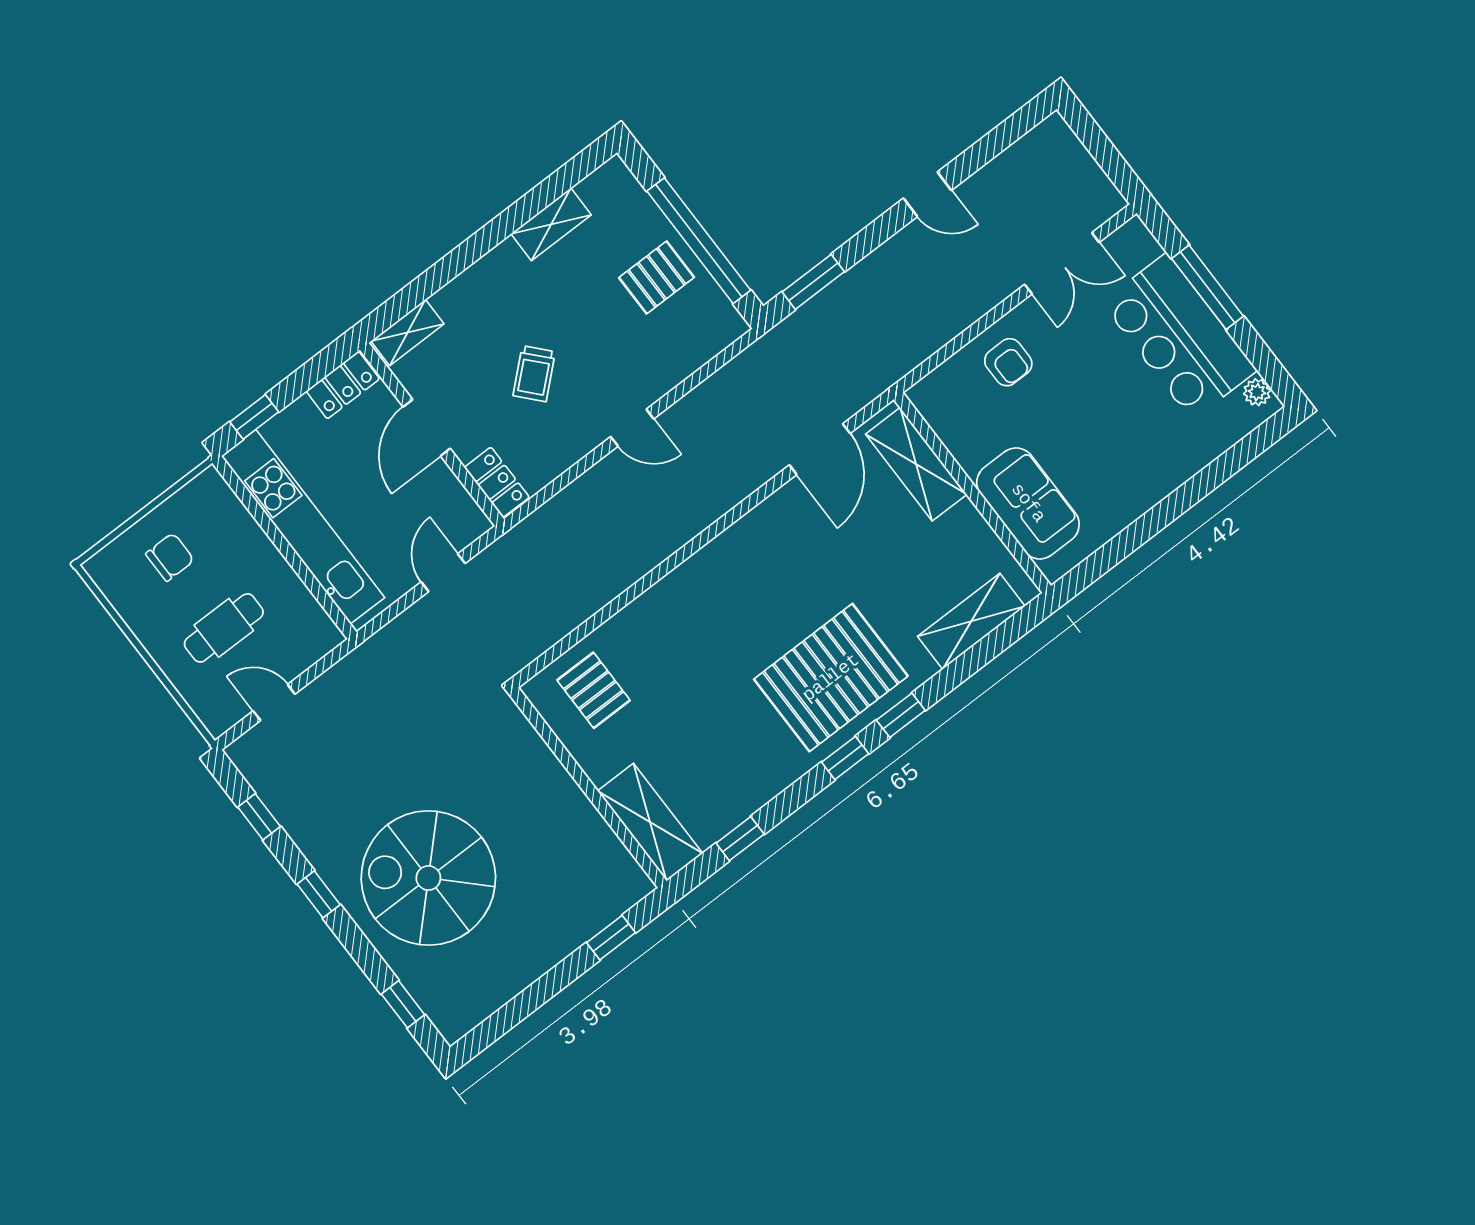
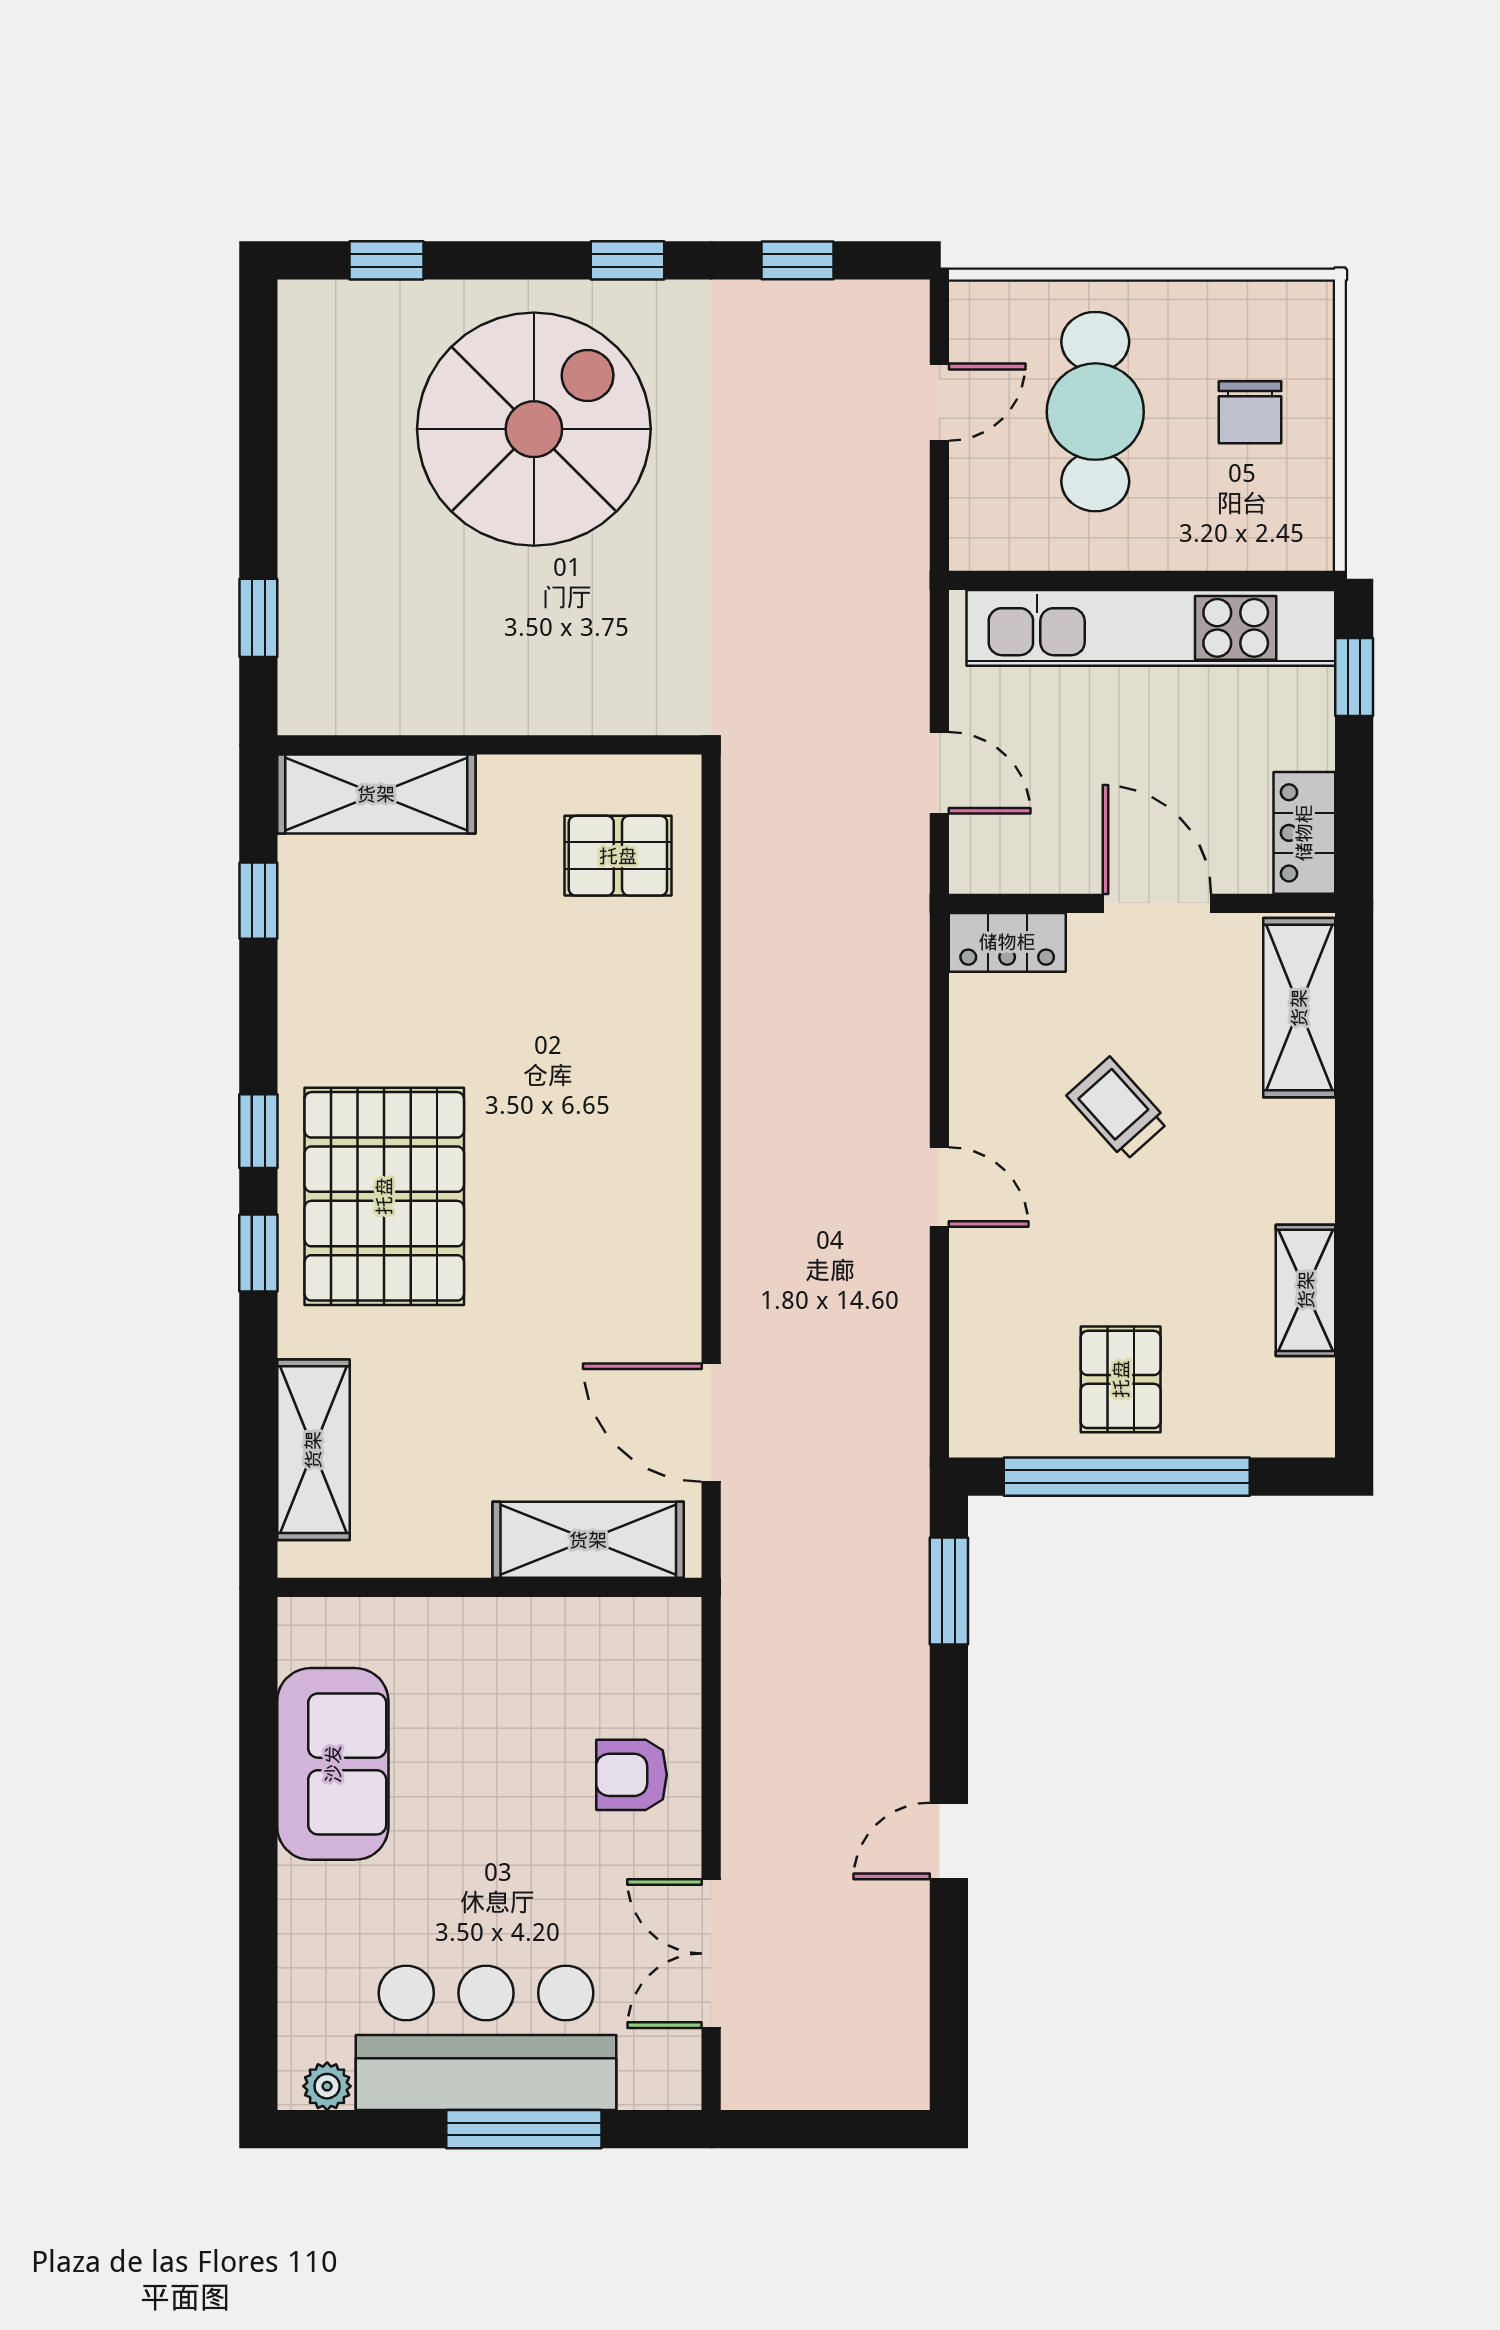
shelving: (408, 333) -> (1299, 1008), width x1.50, depth x1.33
door: (632, 428) -> (939, 1187), swing flipped
sofa: (1028, 503) -> (333, 1764), moved, turned -90
cafe table: (224, 628) -> (1095, 412), width x1.37, depth x1.35

